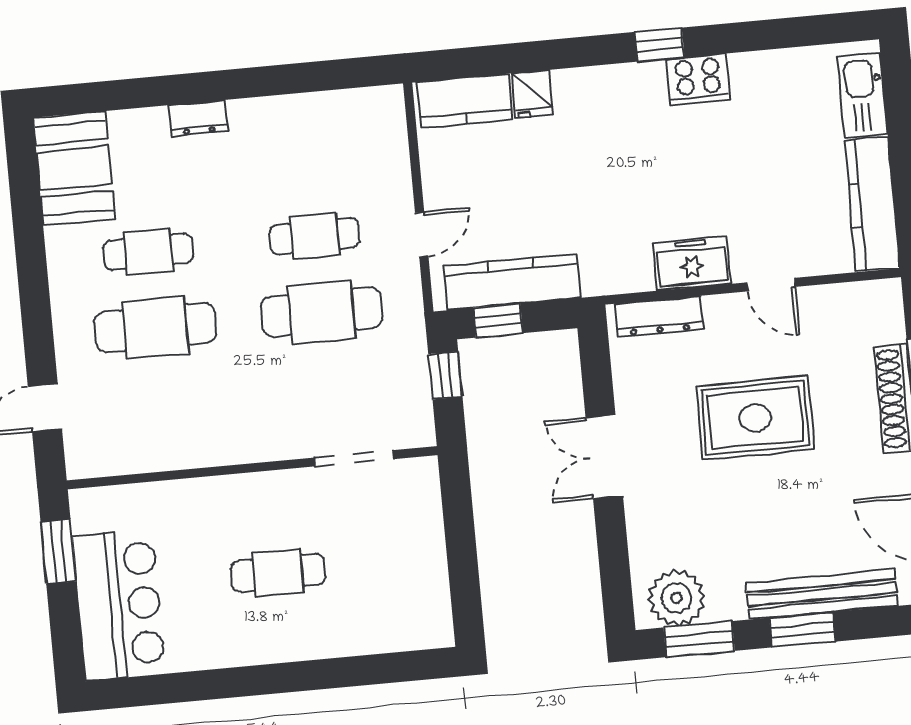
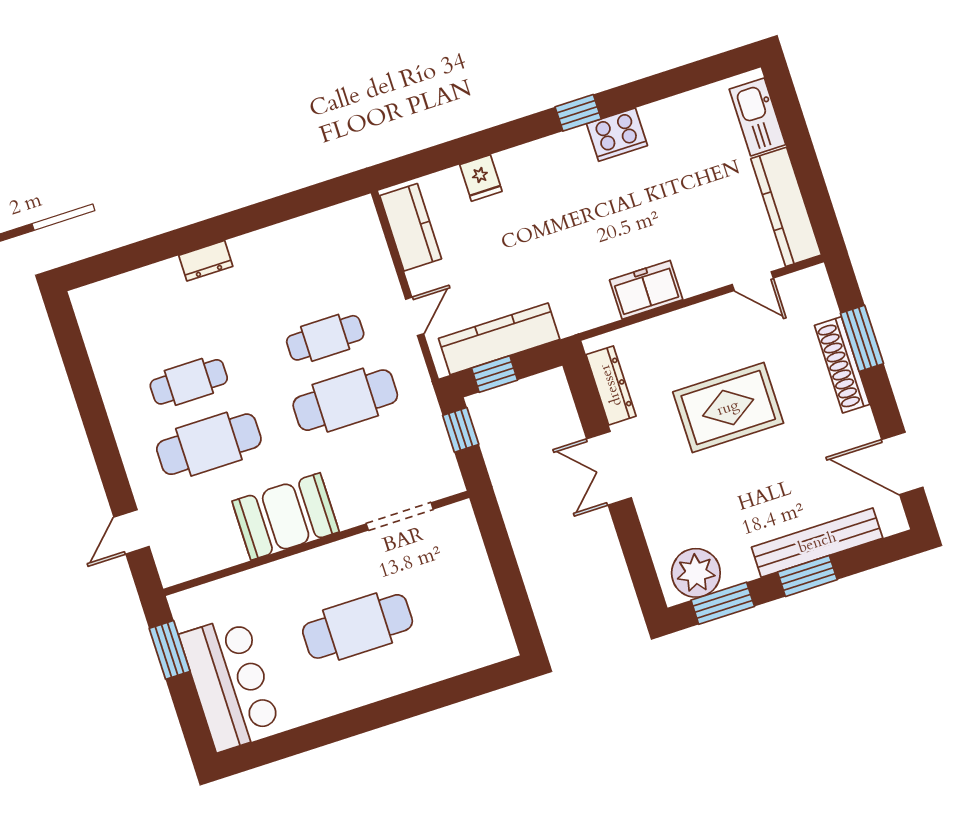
kitchen counter: (465, 101) -> (411, 227), moved, turned -90
booth: (74, 168) -> (286, 516), moved, turned 90
door: (771, 285) -> (753, 281), moved
dresser: (659, 317) -> (611, 385), moved, turned -90
cafe table: (278, 573) -> (358, 626), width x1.37, depth x1.35

